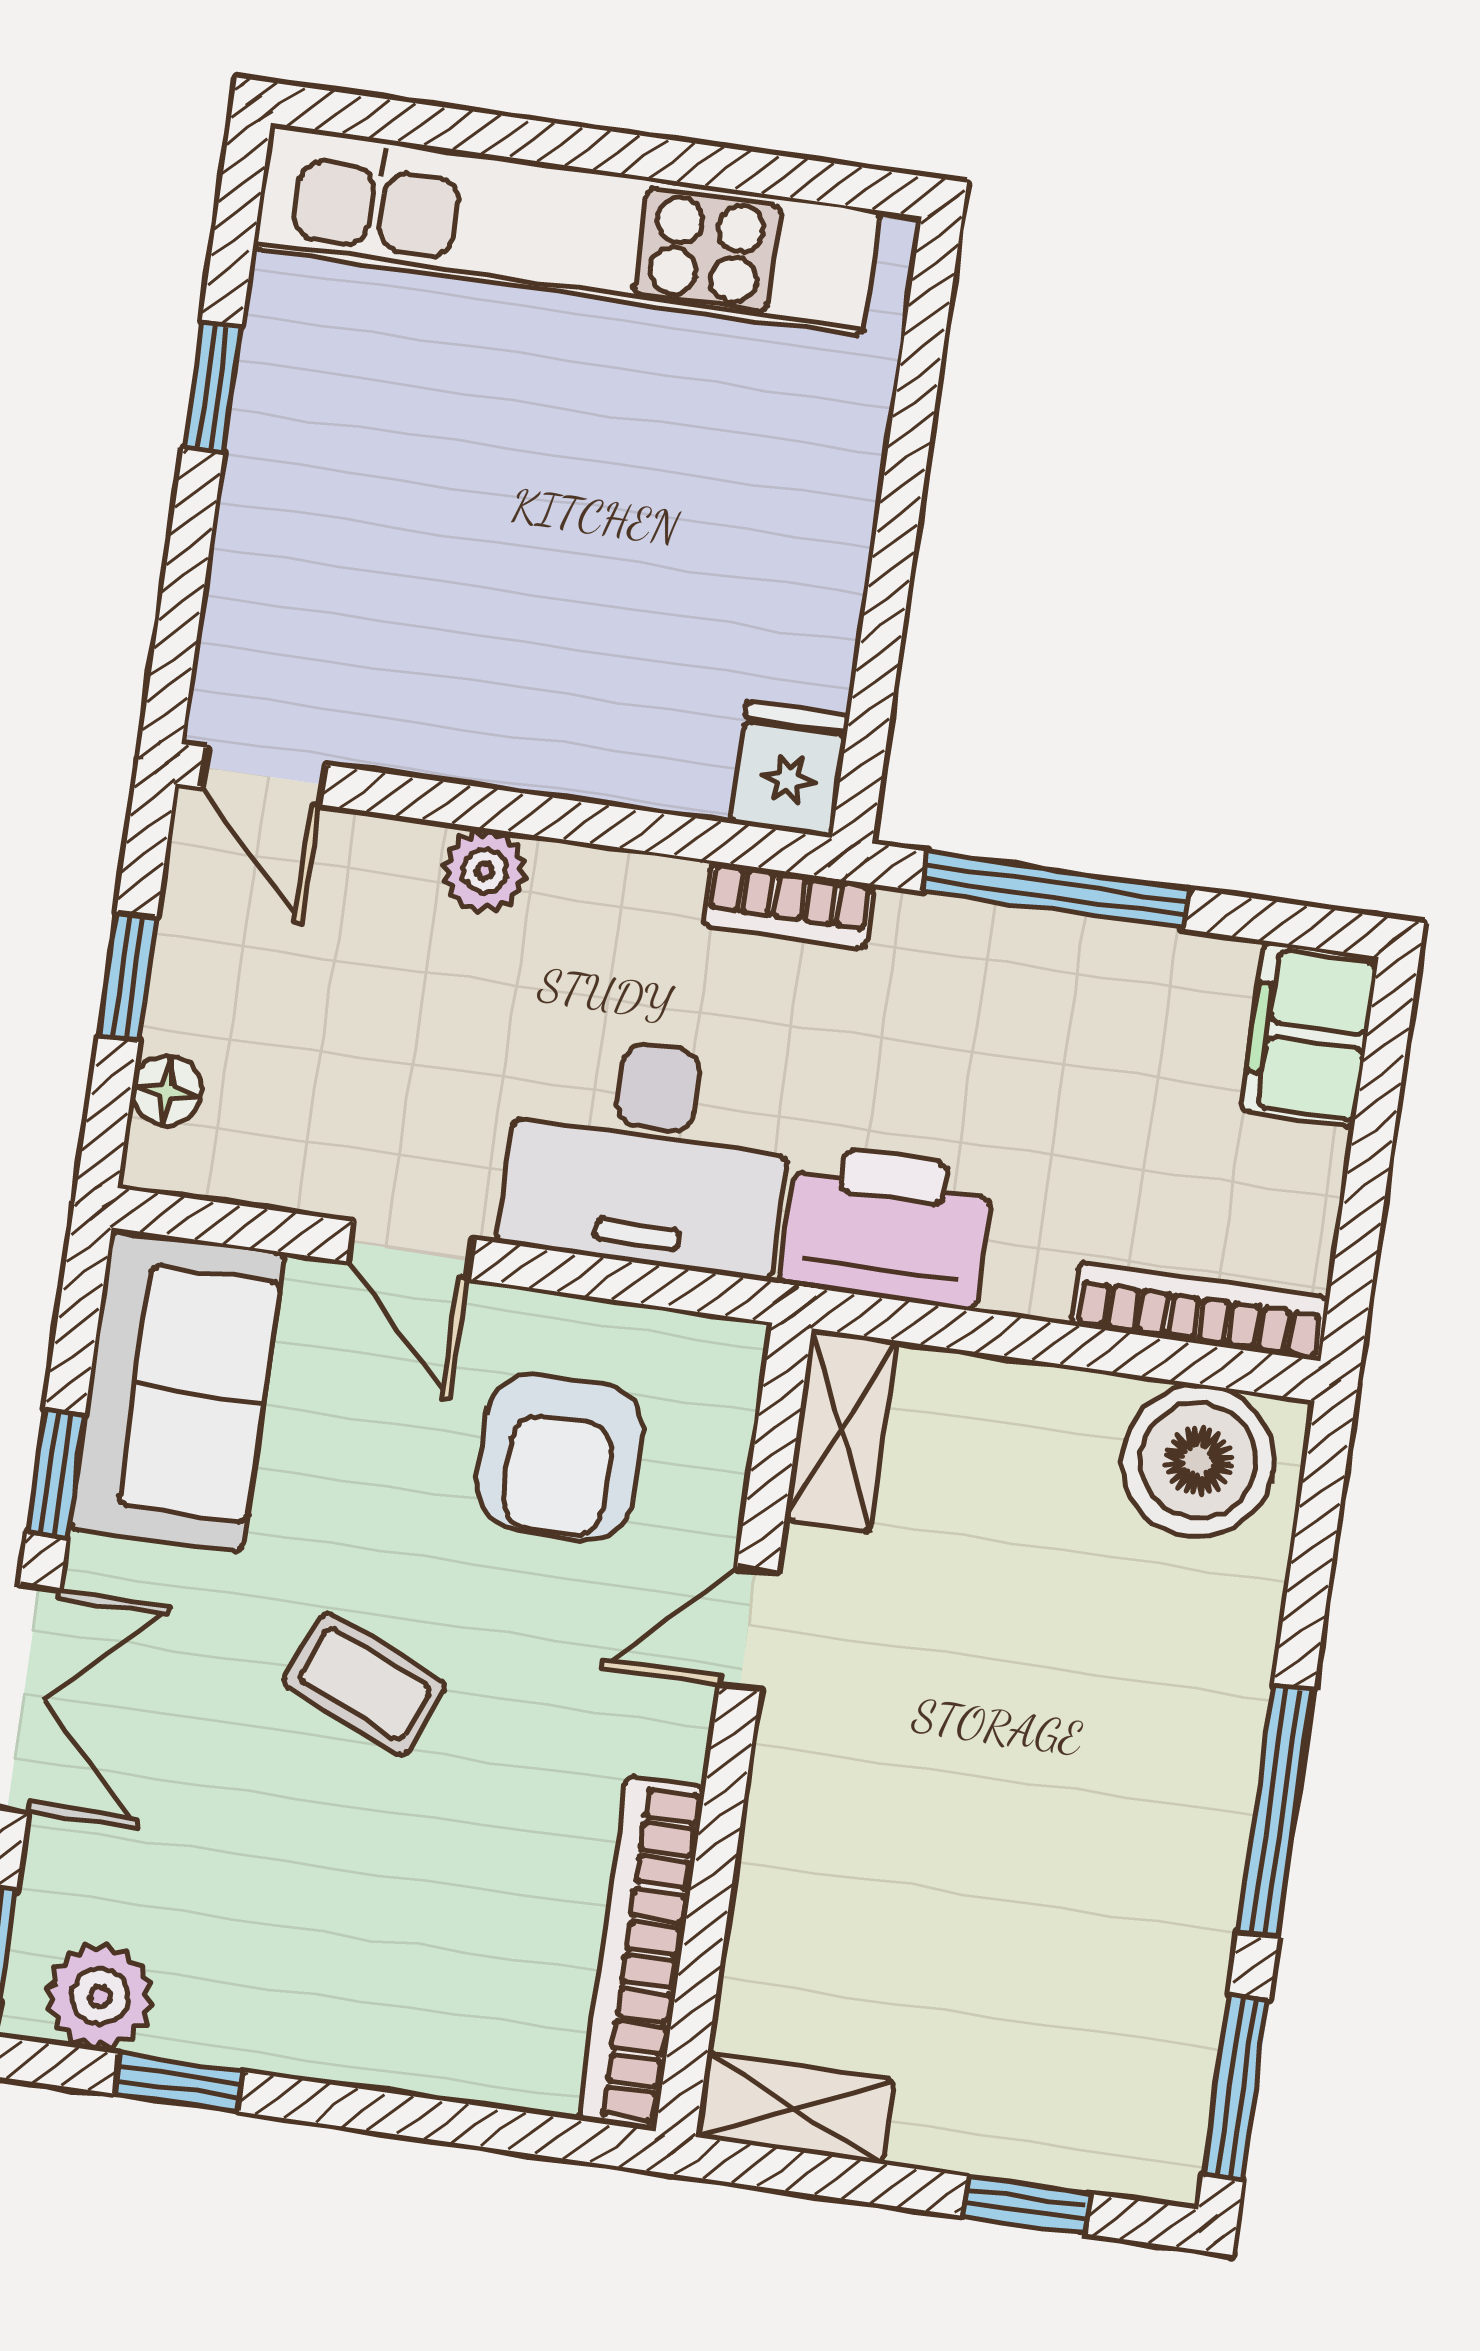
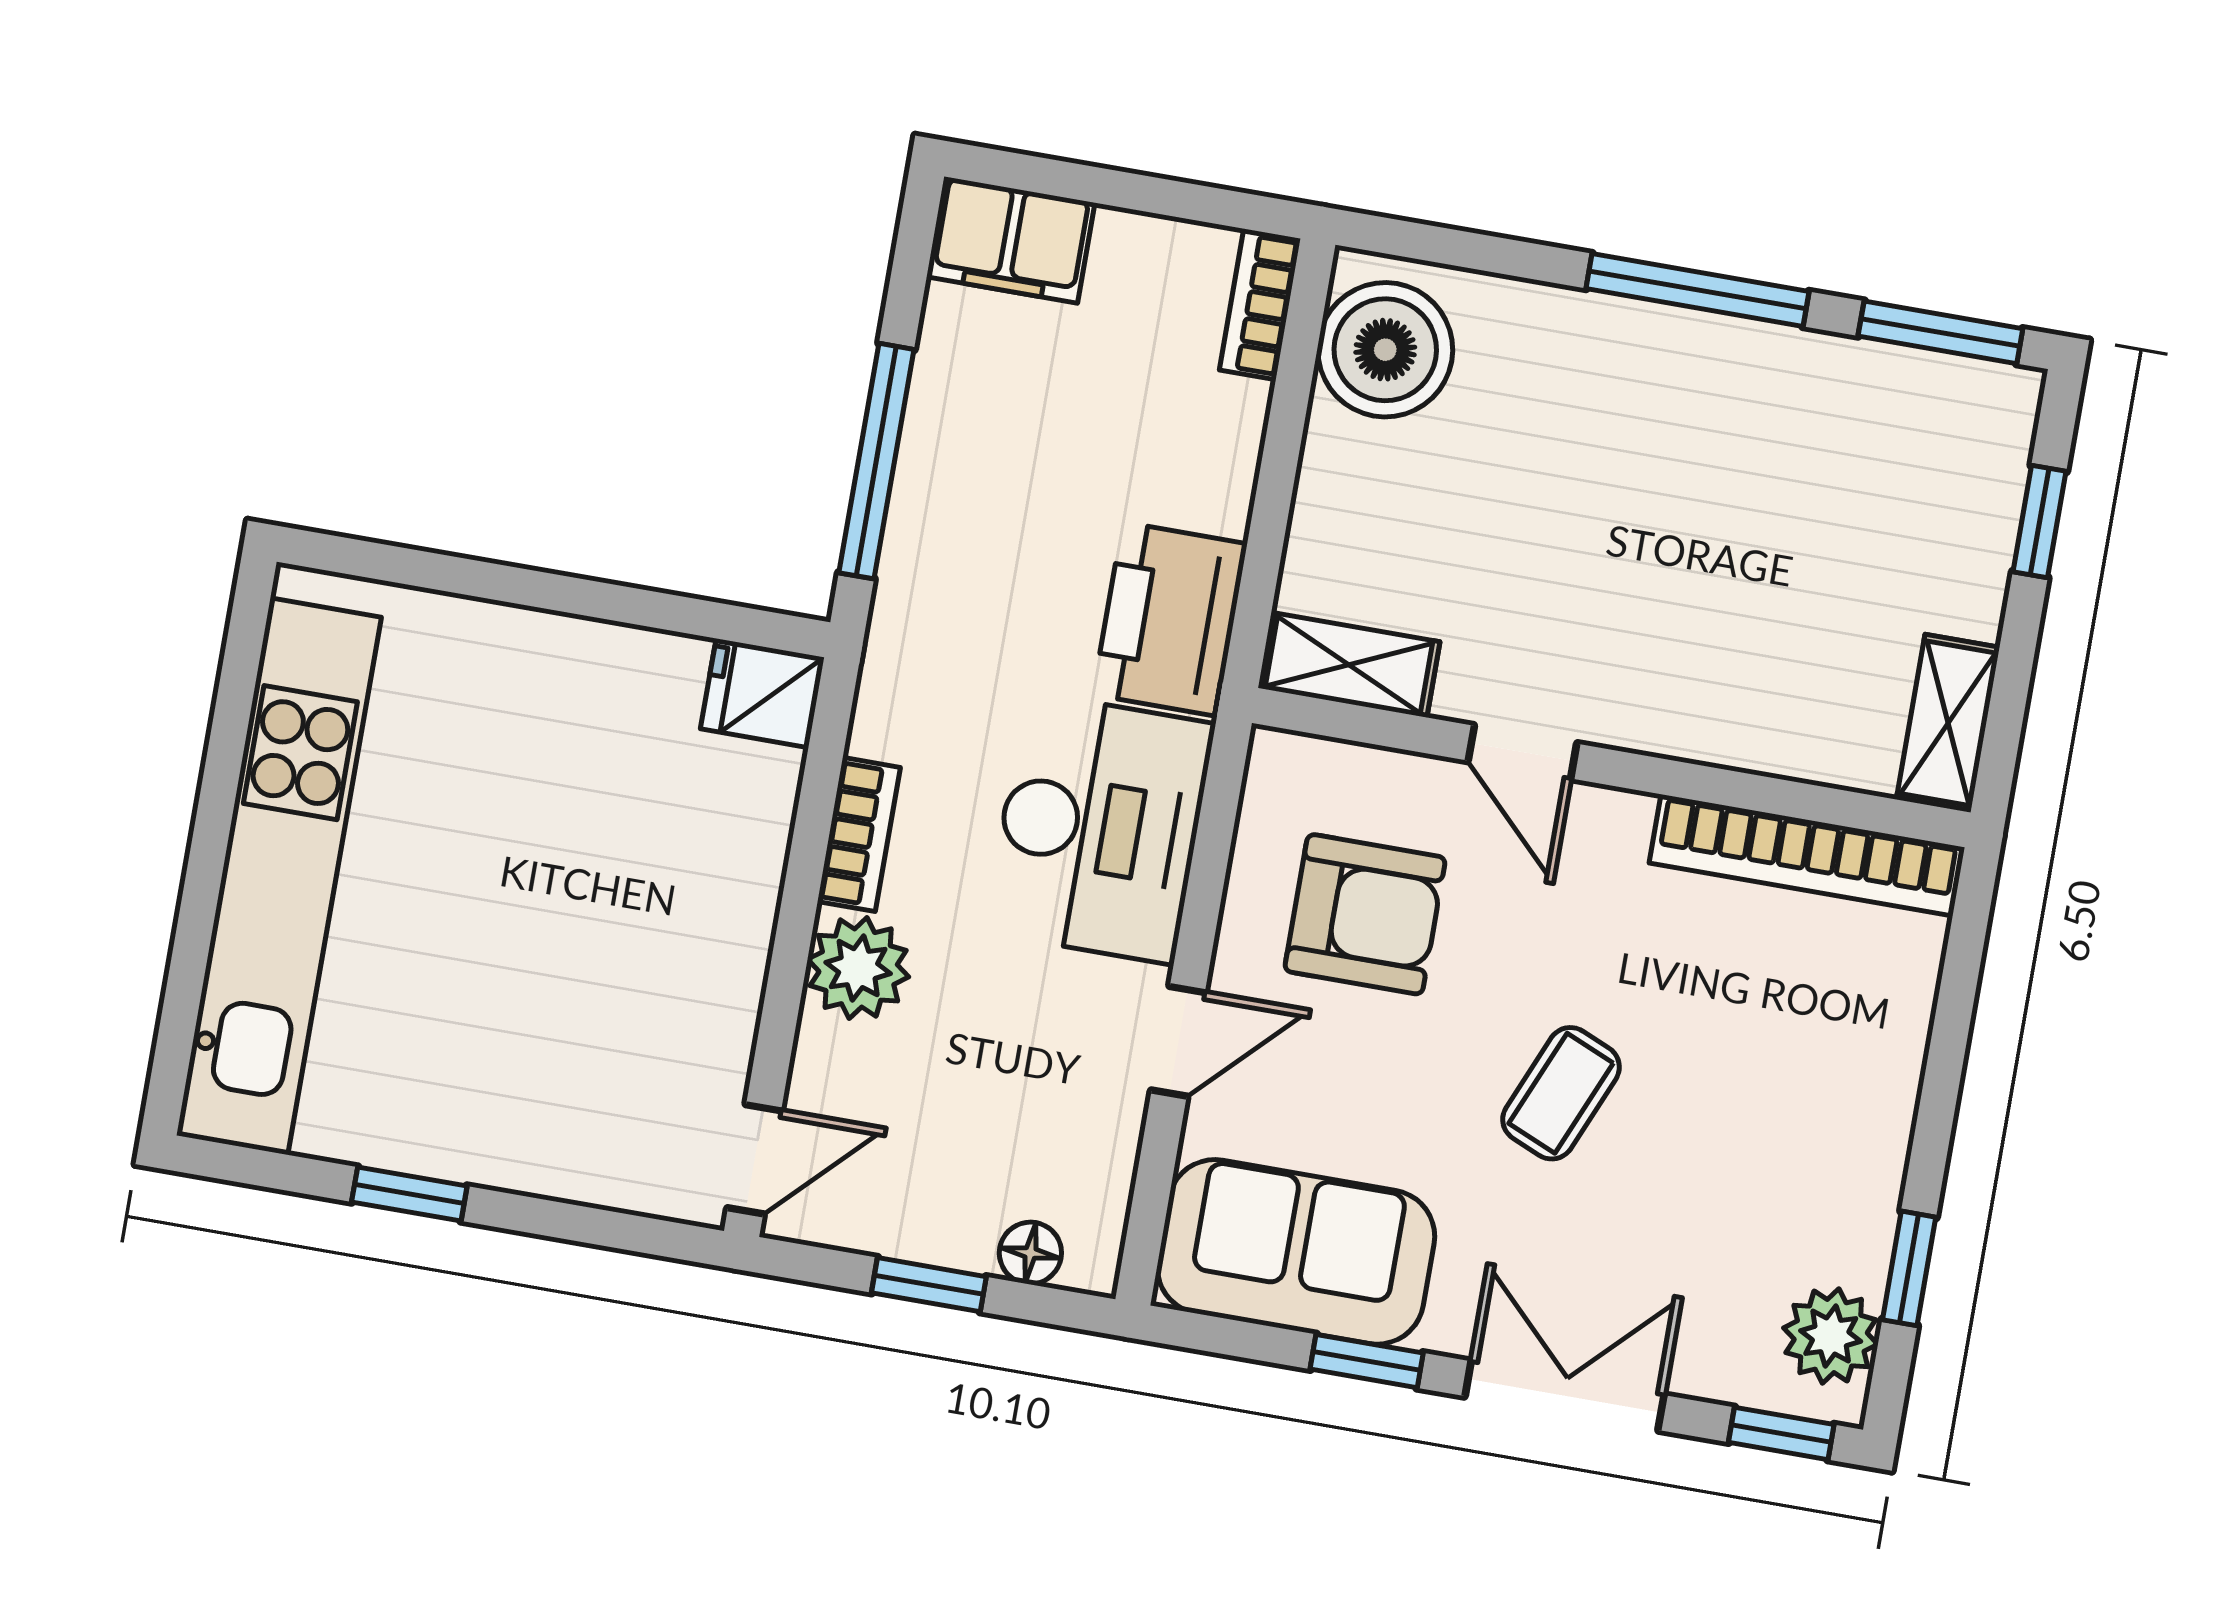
plant: (485, 871) -> (858, 968), width x1.38, depth x1.38
bookcase: (788, 905) -> (859, 834), moved
bookcase: (1200, 1311) -> (1260, 304), width x0.64

